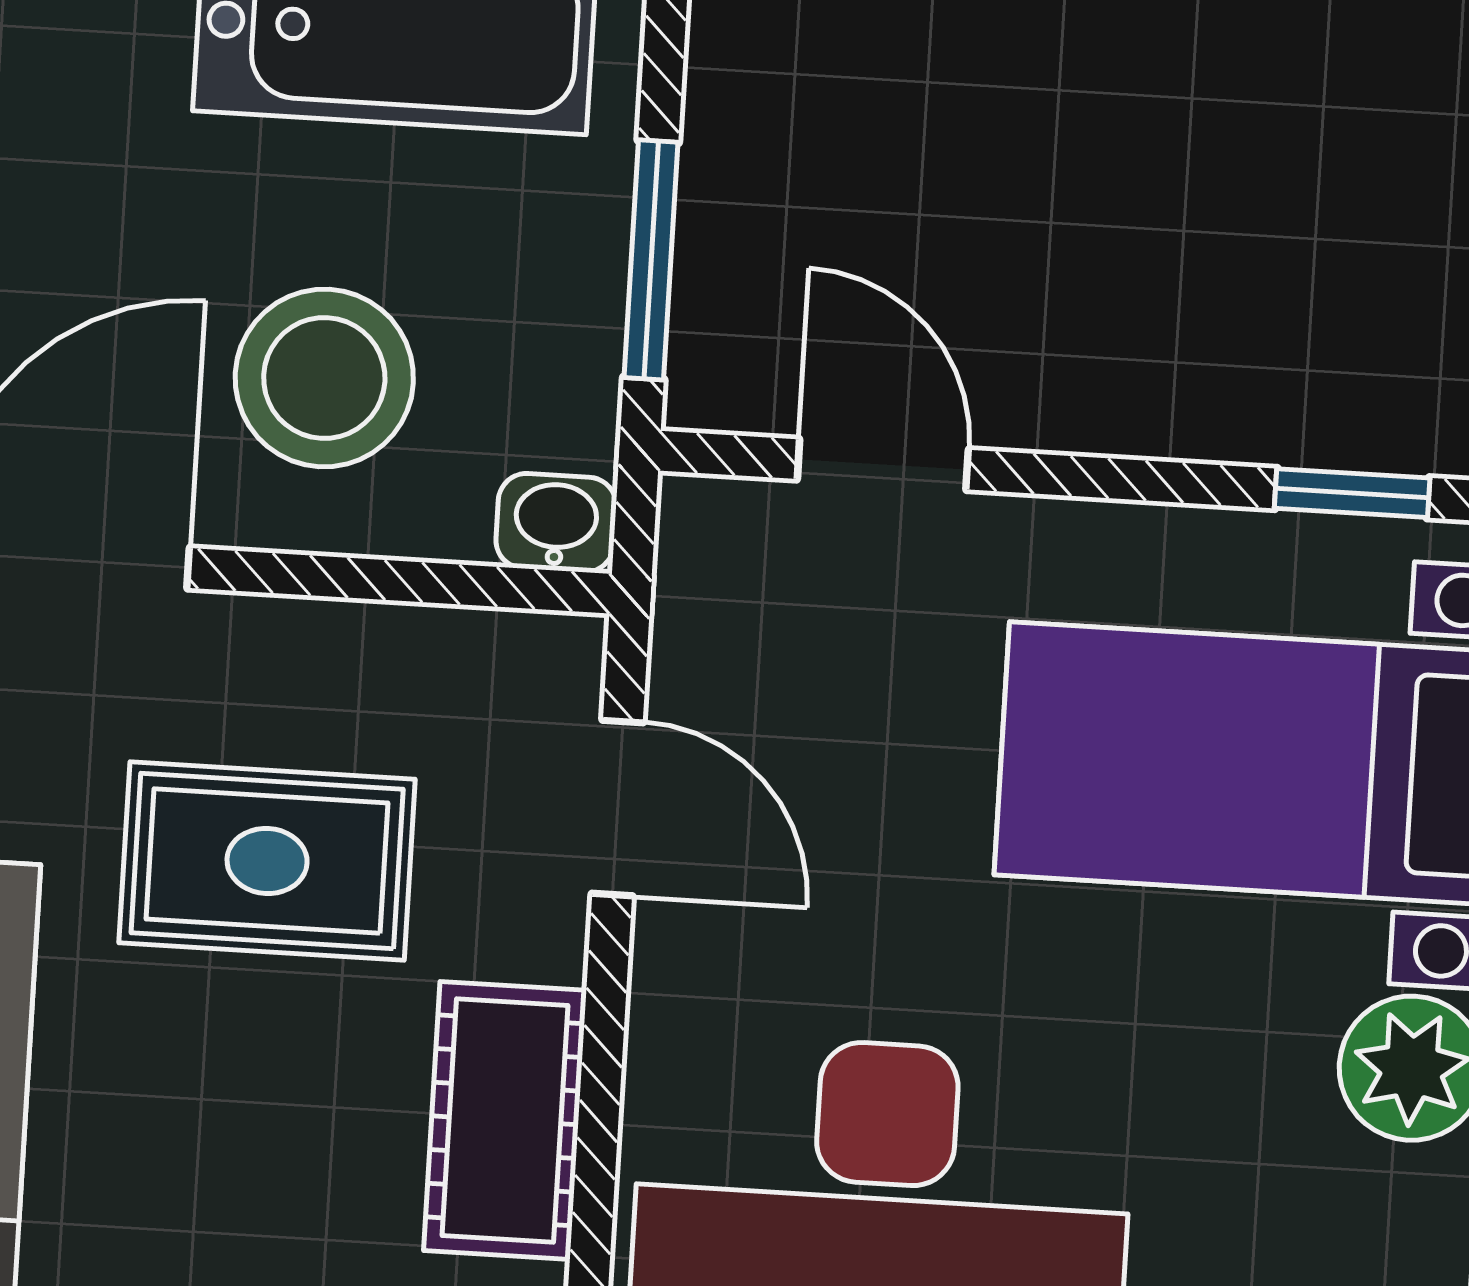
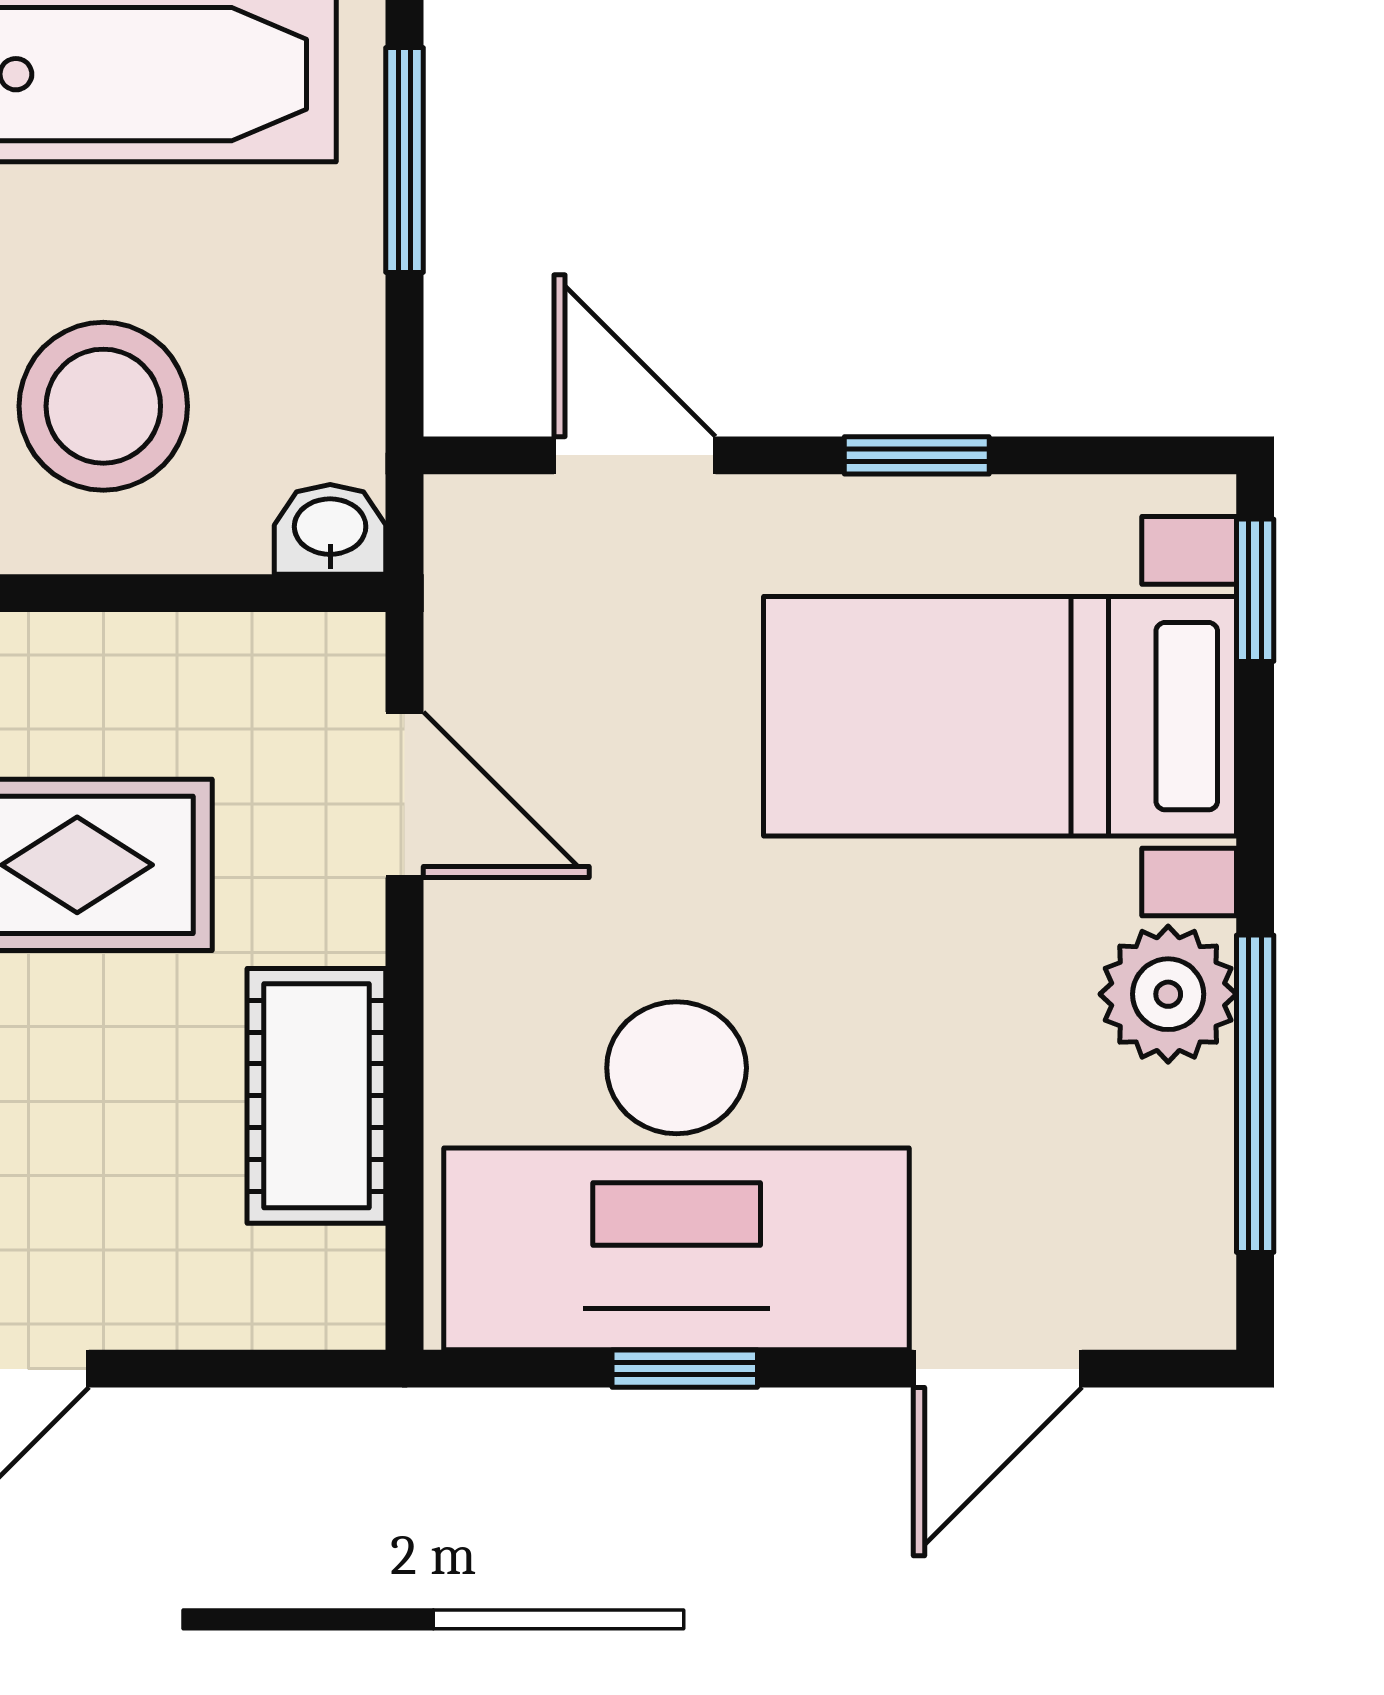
window: (651, 260) -> (405, 160), moved
window: (1352, 493) -> (917, 455), moved

